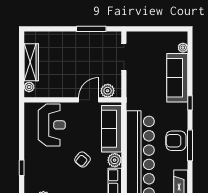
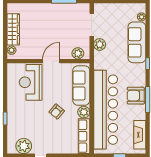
plant: (133, 80) -> (100, 44), added
door: (89, 100) -> (51, 61), moved
reception desk: (52, 125) -> (31, 82), turned 180

